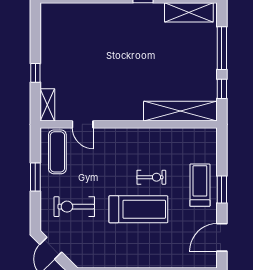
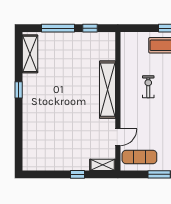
shelving: (180, 111) -> (108, 90), moved
exercise bike: (151, 177) -> (148, 87), moved

